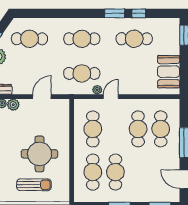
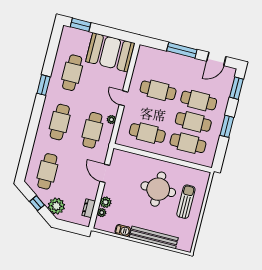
window: (139, 13) -> (49, 62), removed
booth: (169, 72) -> (110, 52), width x1.36, depth x1.42
door: (111, 97) -> (124, 98), moved
cafe table: (161, 129) -> (199, 101), moved

